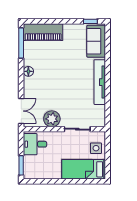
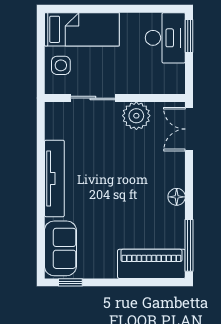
desk: (35, 144) -> (165, 38), moved, width x1.37

